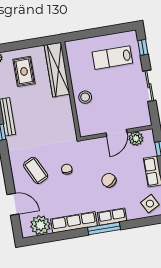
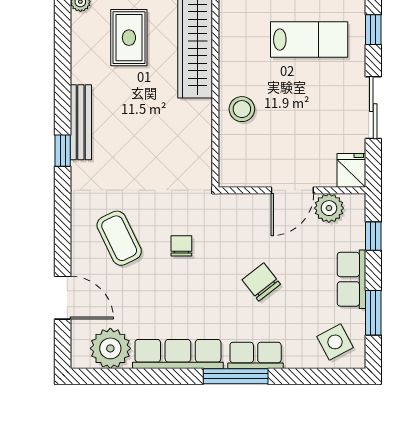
lab bench: (112, 58) -> (309, 40), turned 180
fridge: (144, 118) -> (351, 170), added

